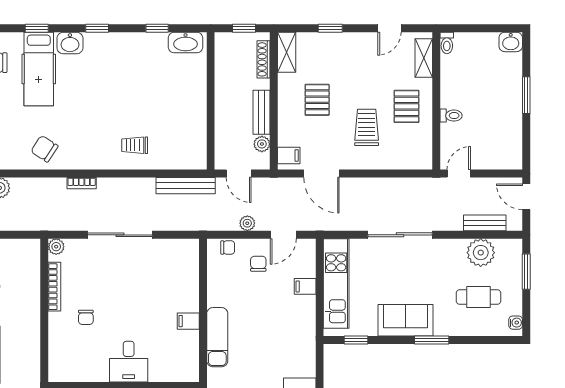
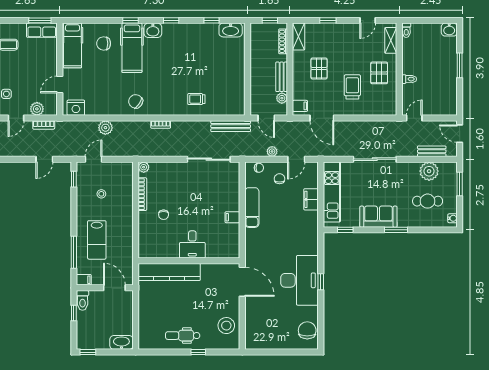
sliding door: (120, 235) -> (209, 159), moved
filing cabinet: (305, 286) -> (311, 199), width x2.00
exam couch: (217, 337) -> (252, 208), moved

